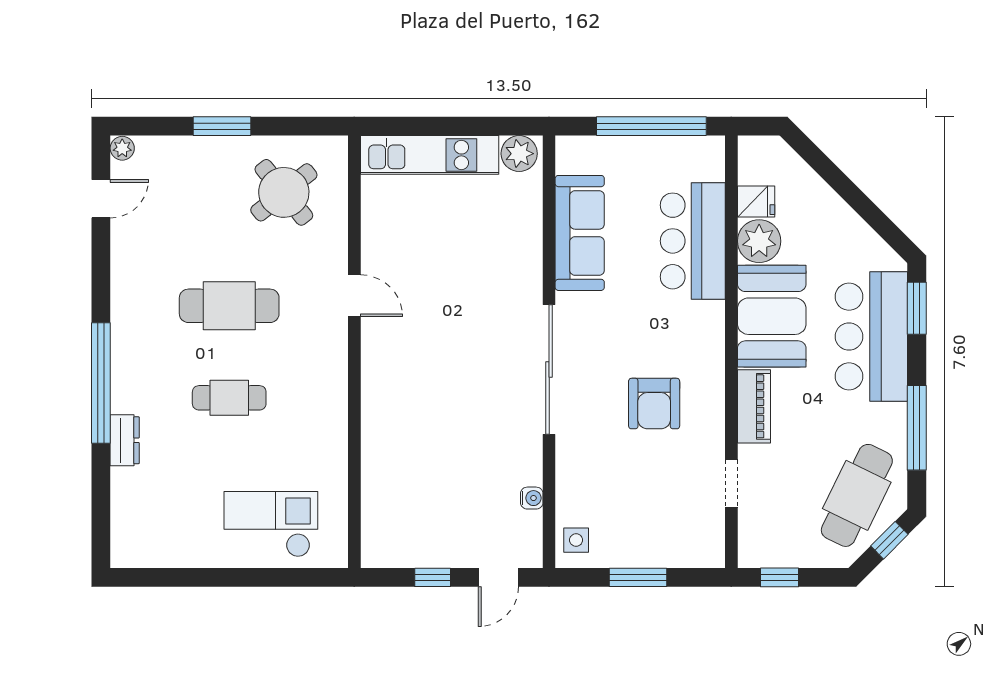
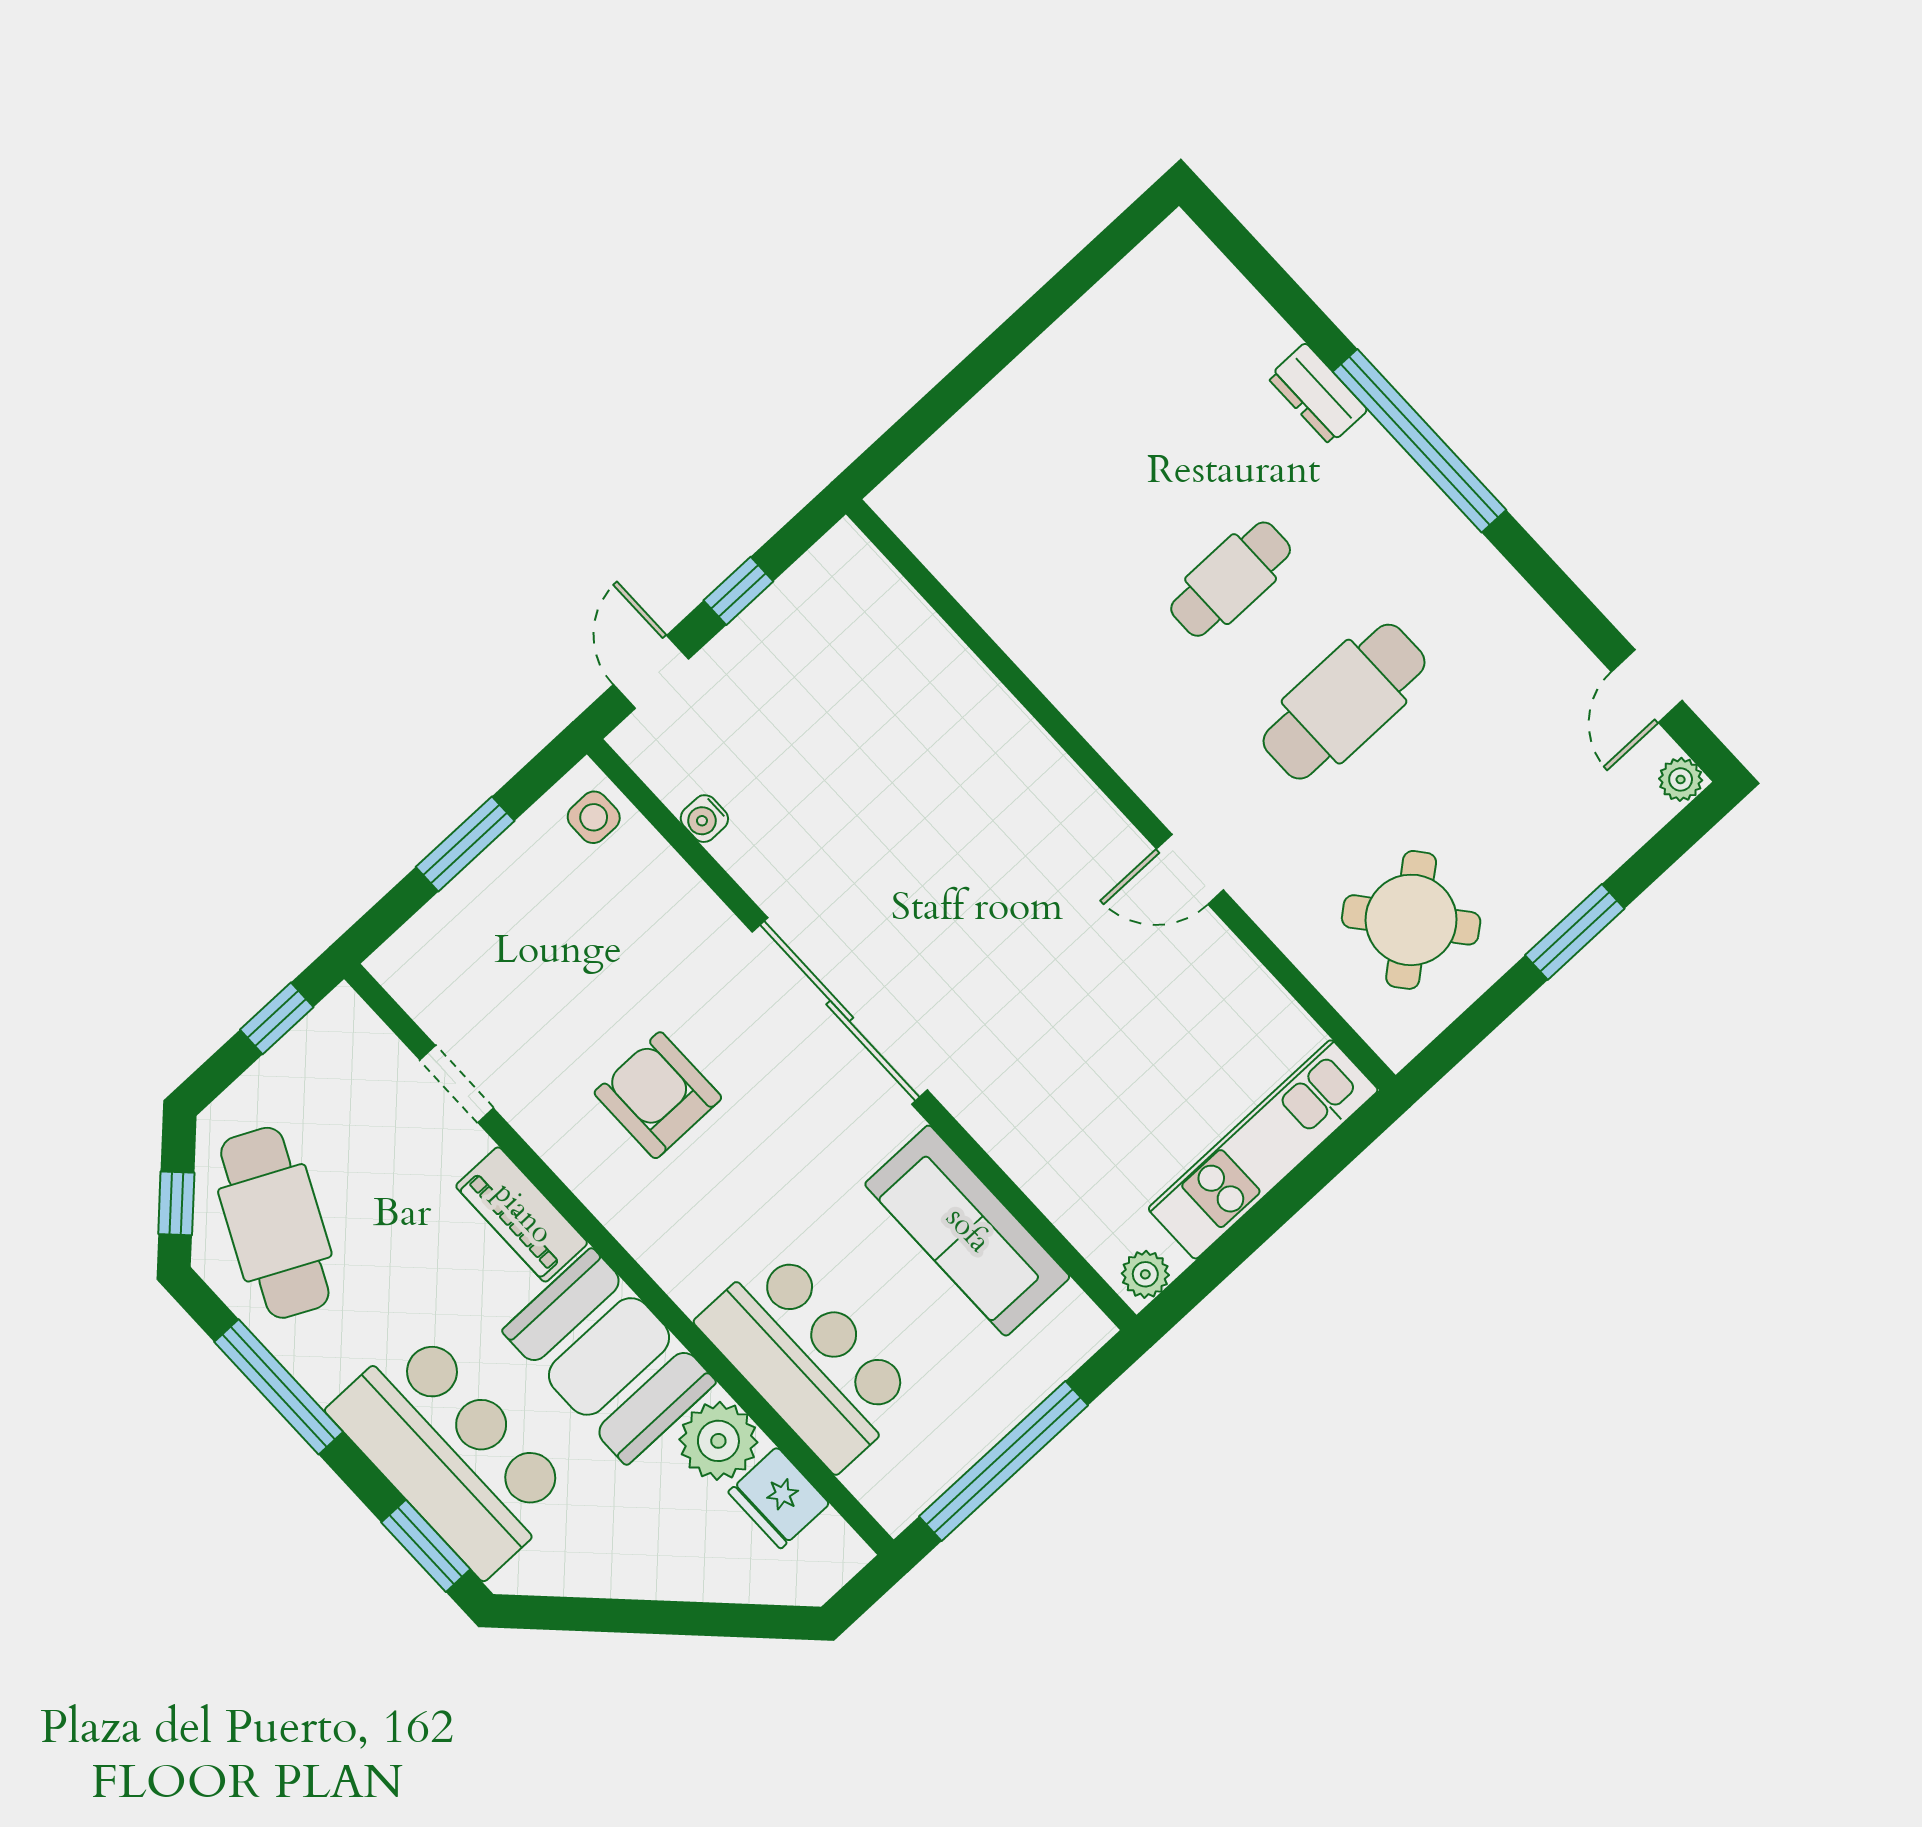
plant: (519, 154) -> (1145, 1274), width x0.73, depth x0.73
fridge: (756, 201) -> (779, 1498), width x1.38
checkout: (271, 524) -> (1019, 462), removed

